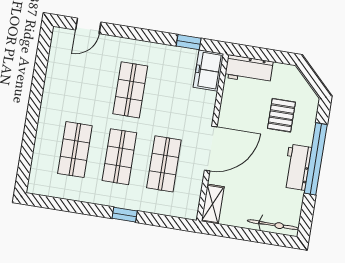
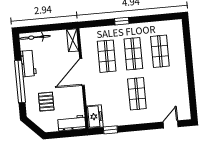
workbench: (297, 167) -> (28, 63), moved

